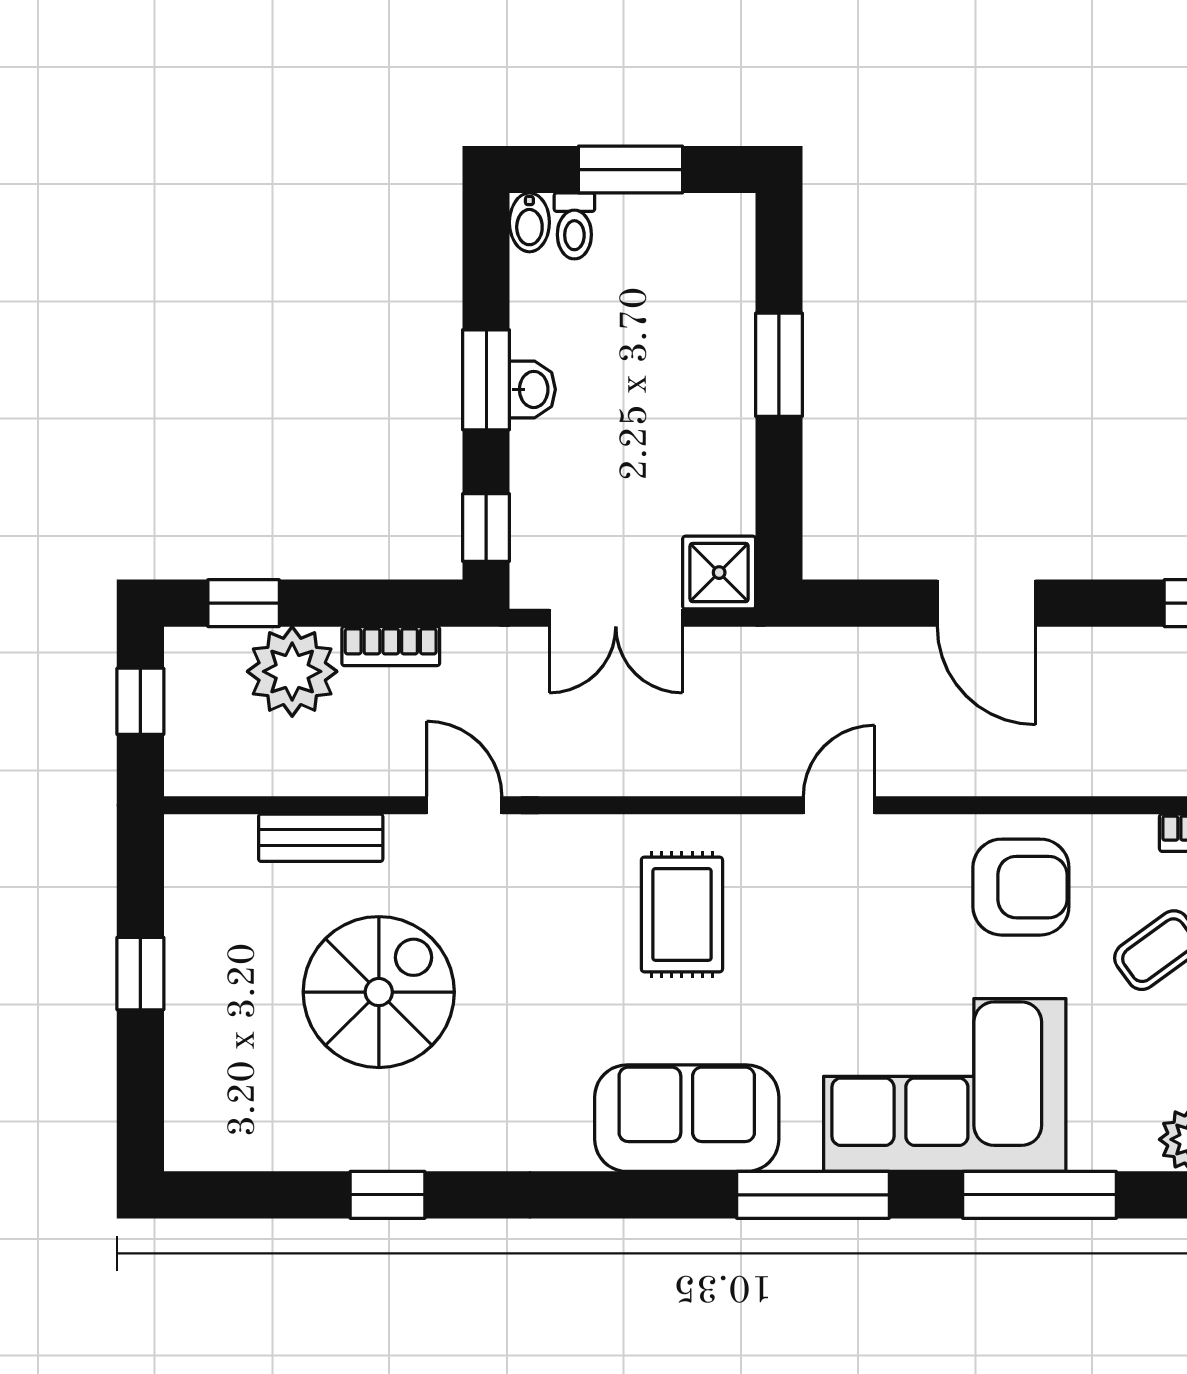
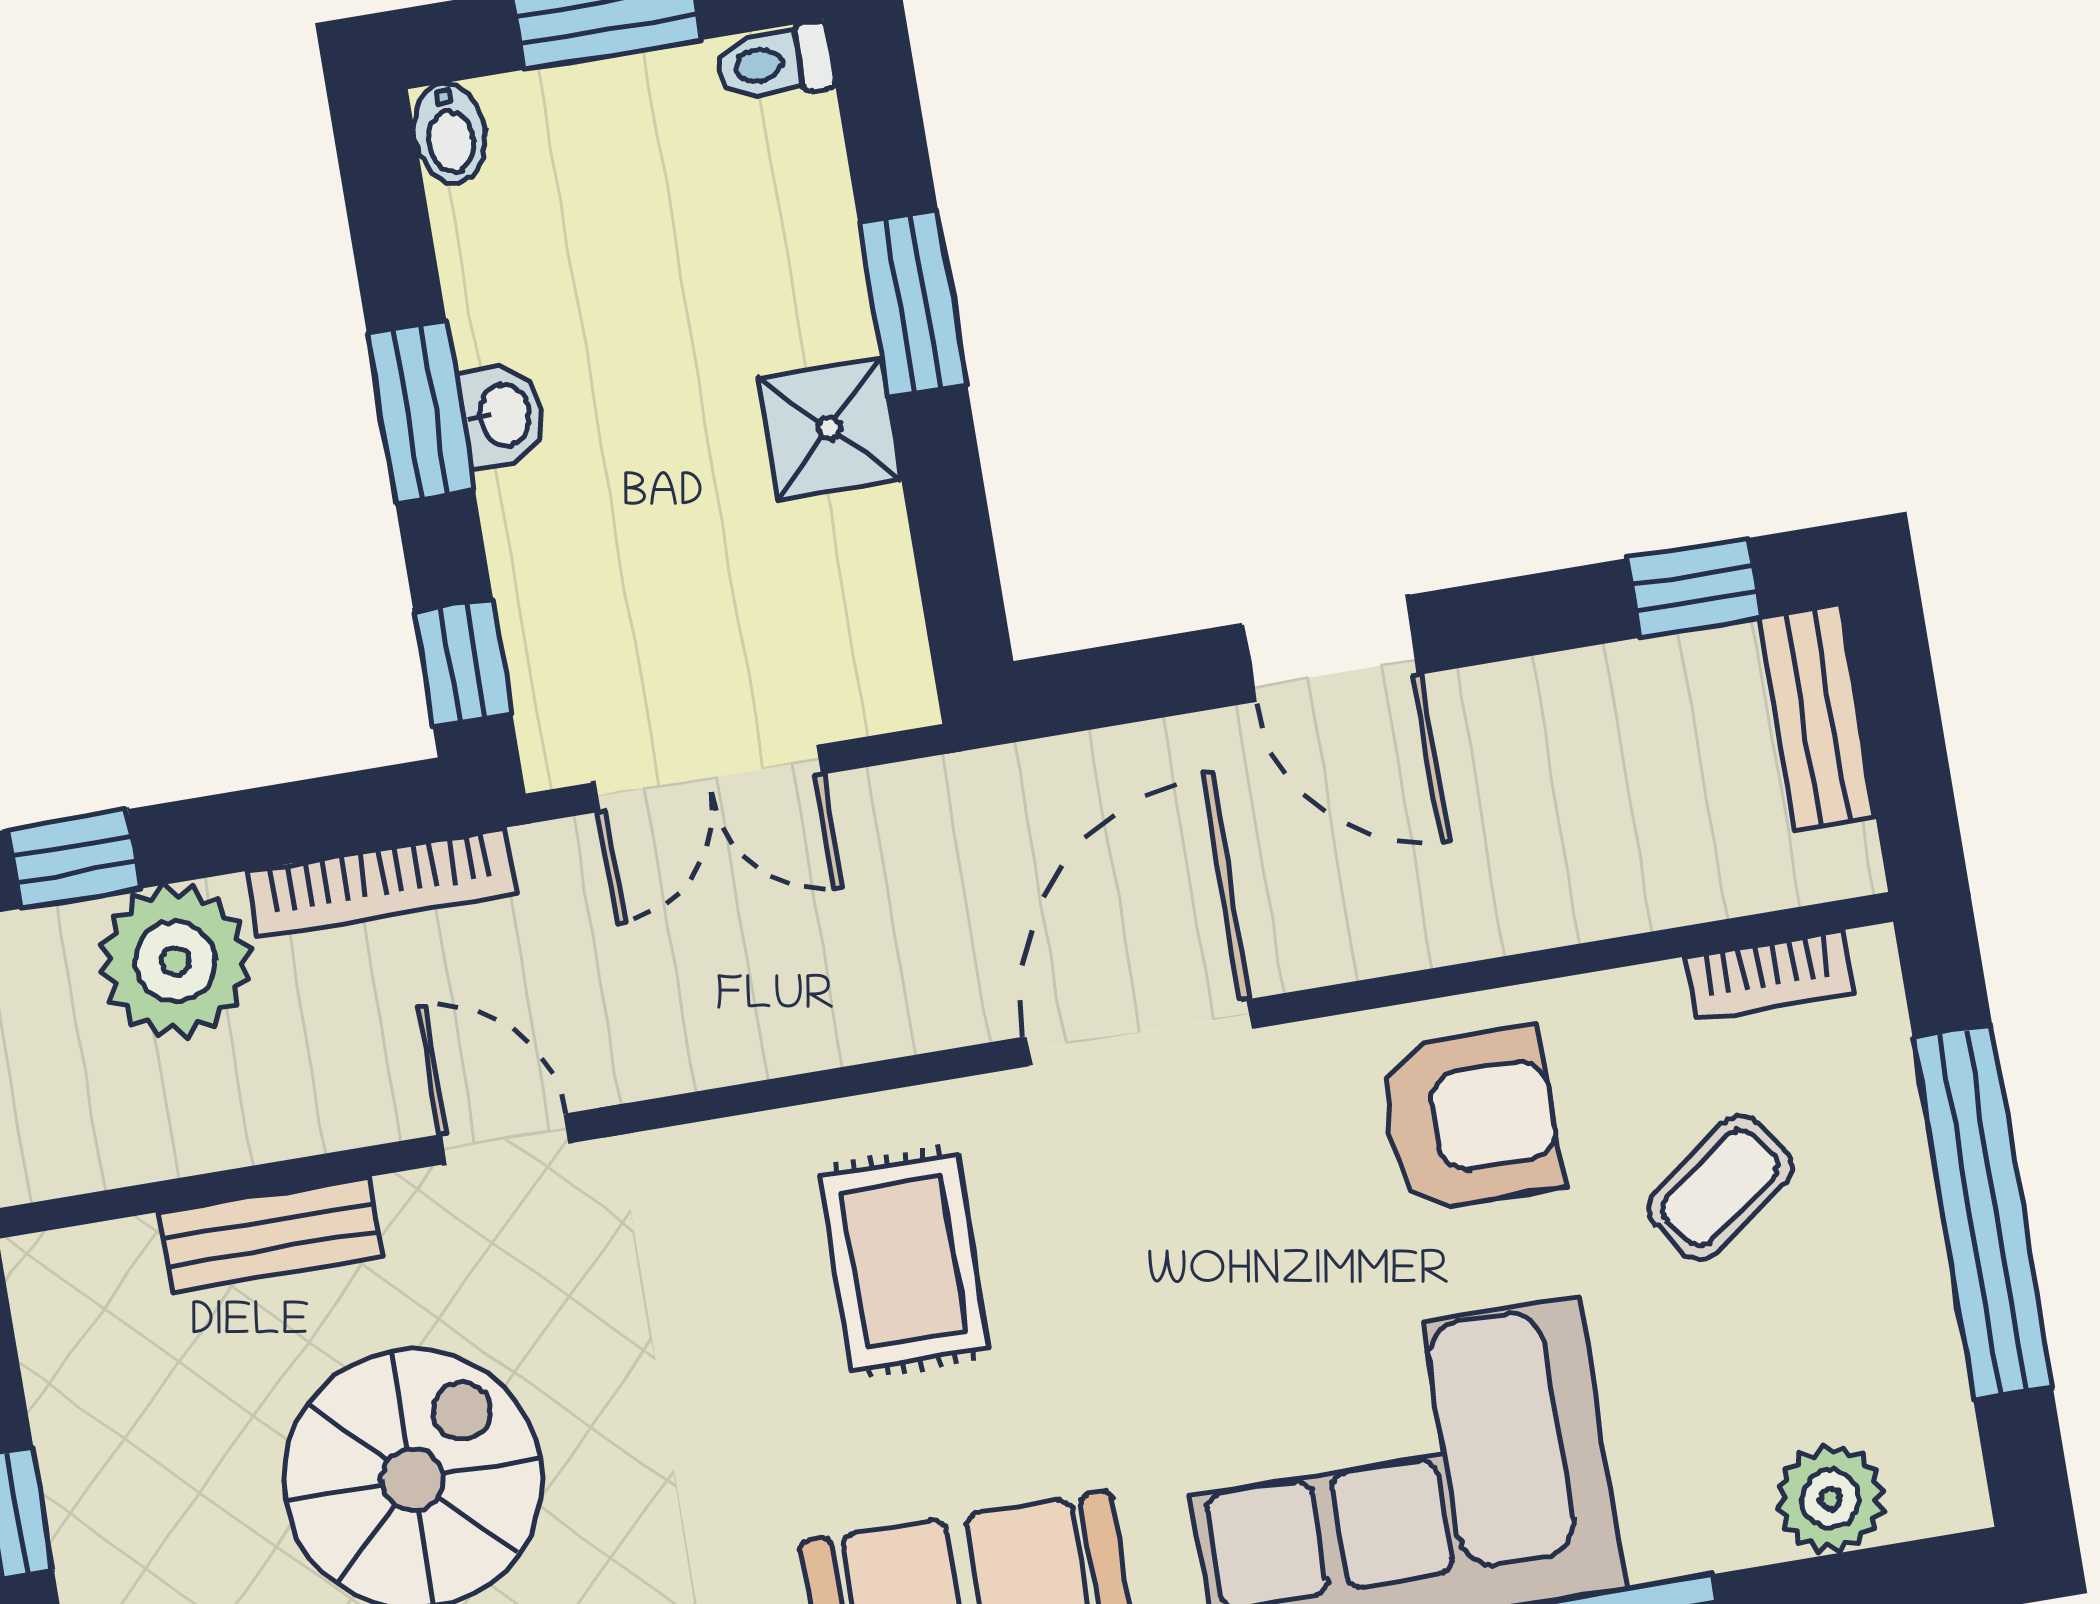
toilet: (574, 226) -> (774, 63), moved, turned 90
shower: (719, 573) -> (829, 428), moved
bookcase: (391, 646) -> (382, 882), width x1.56
door: (839, 805) -> (1139, 1033), width x1.88

